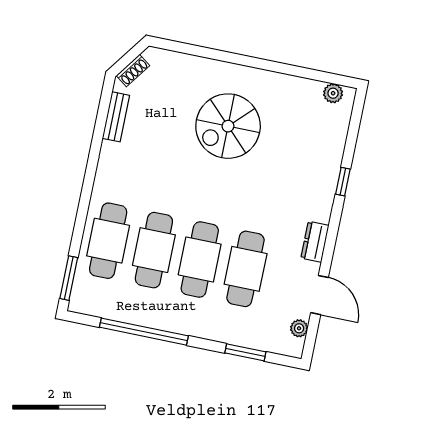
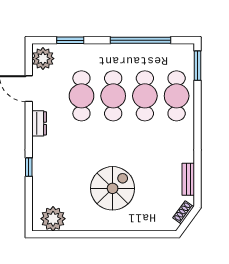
plant: (333, 93) -> (53, 219), width x1.88, depth x1.88
plant: (299, 328) -> (43, 59), width x1.87, depth x1.87

